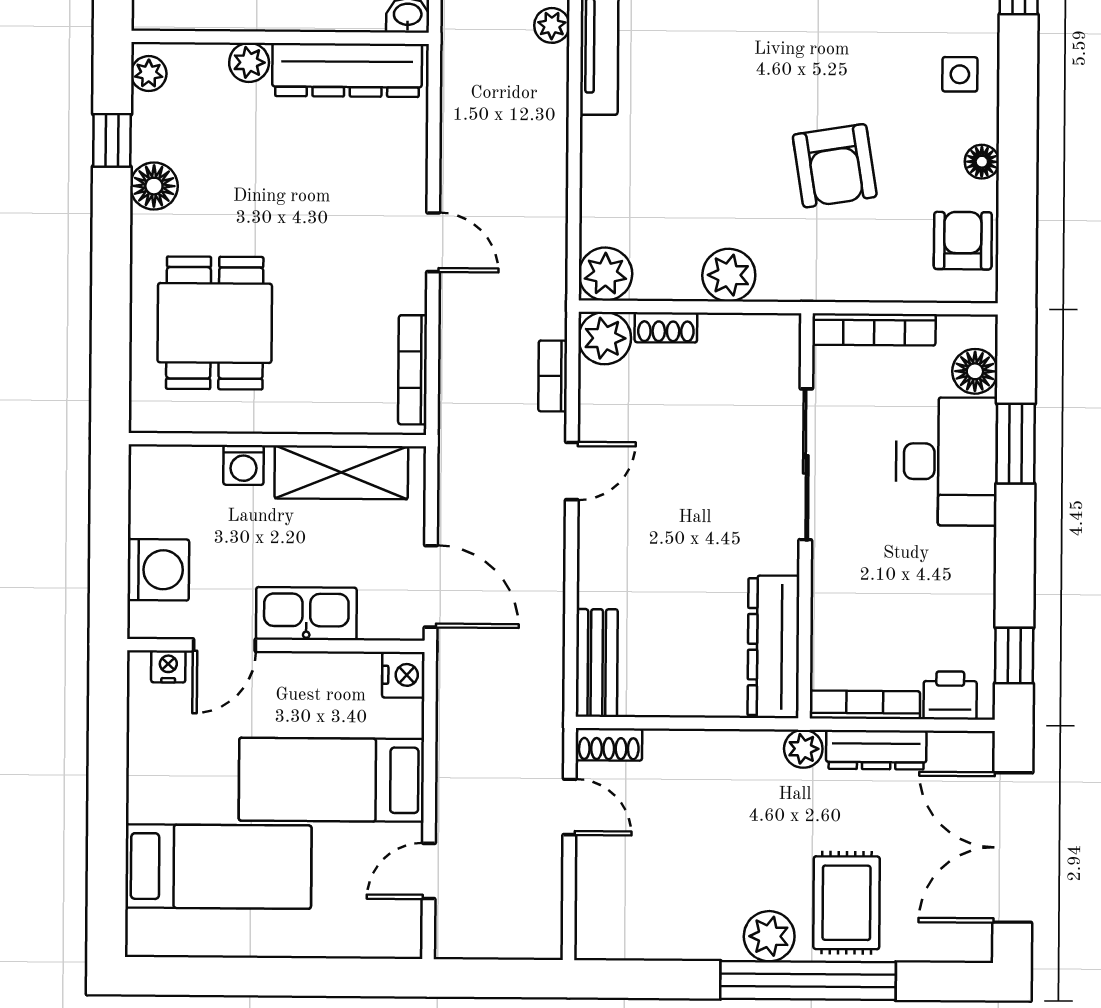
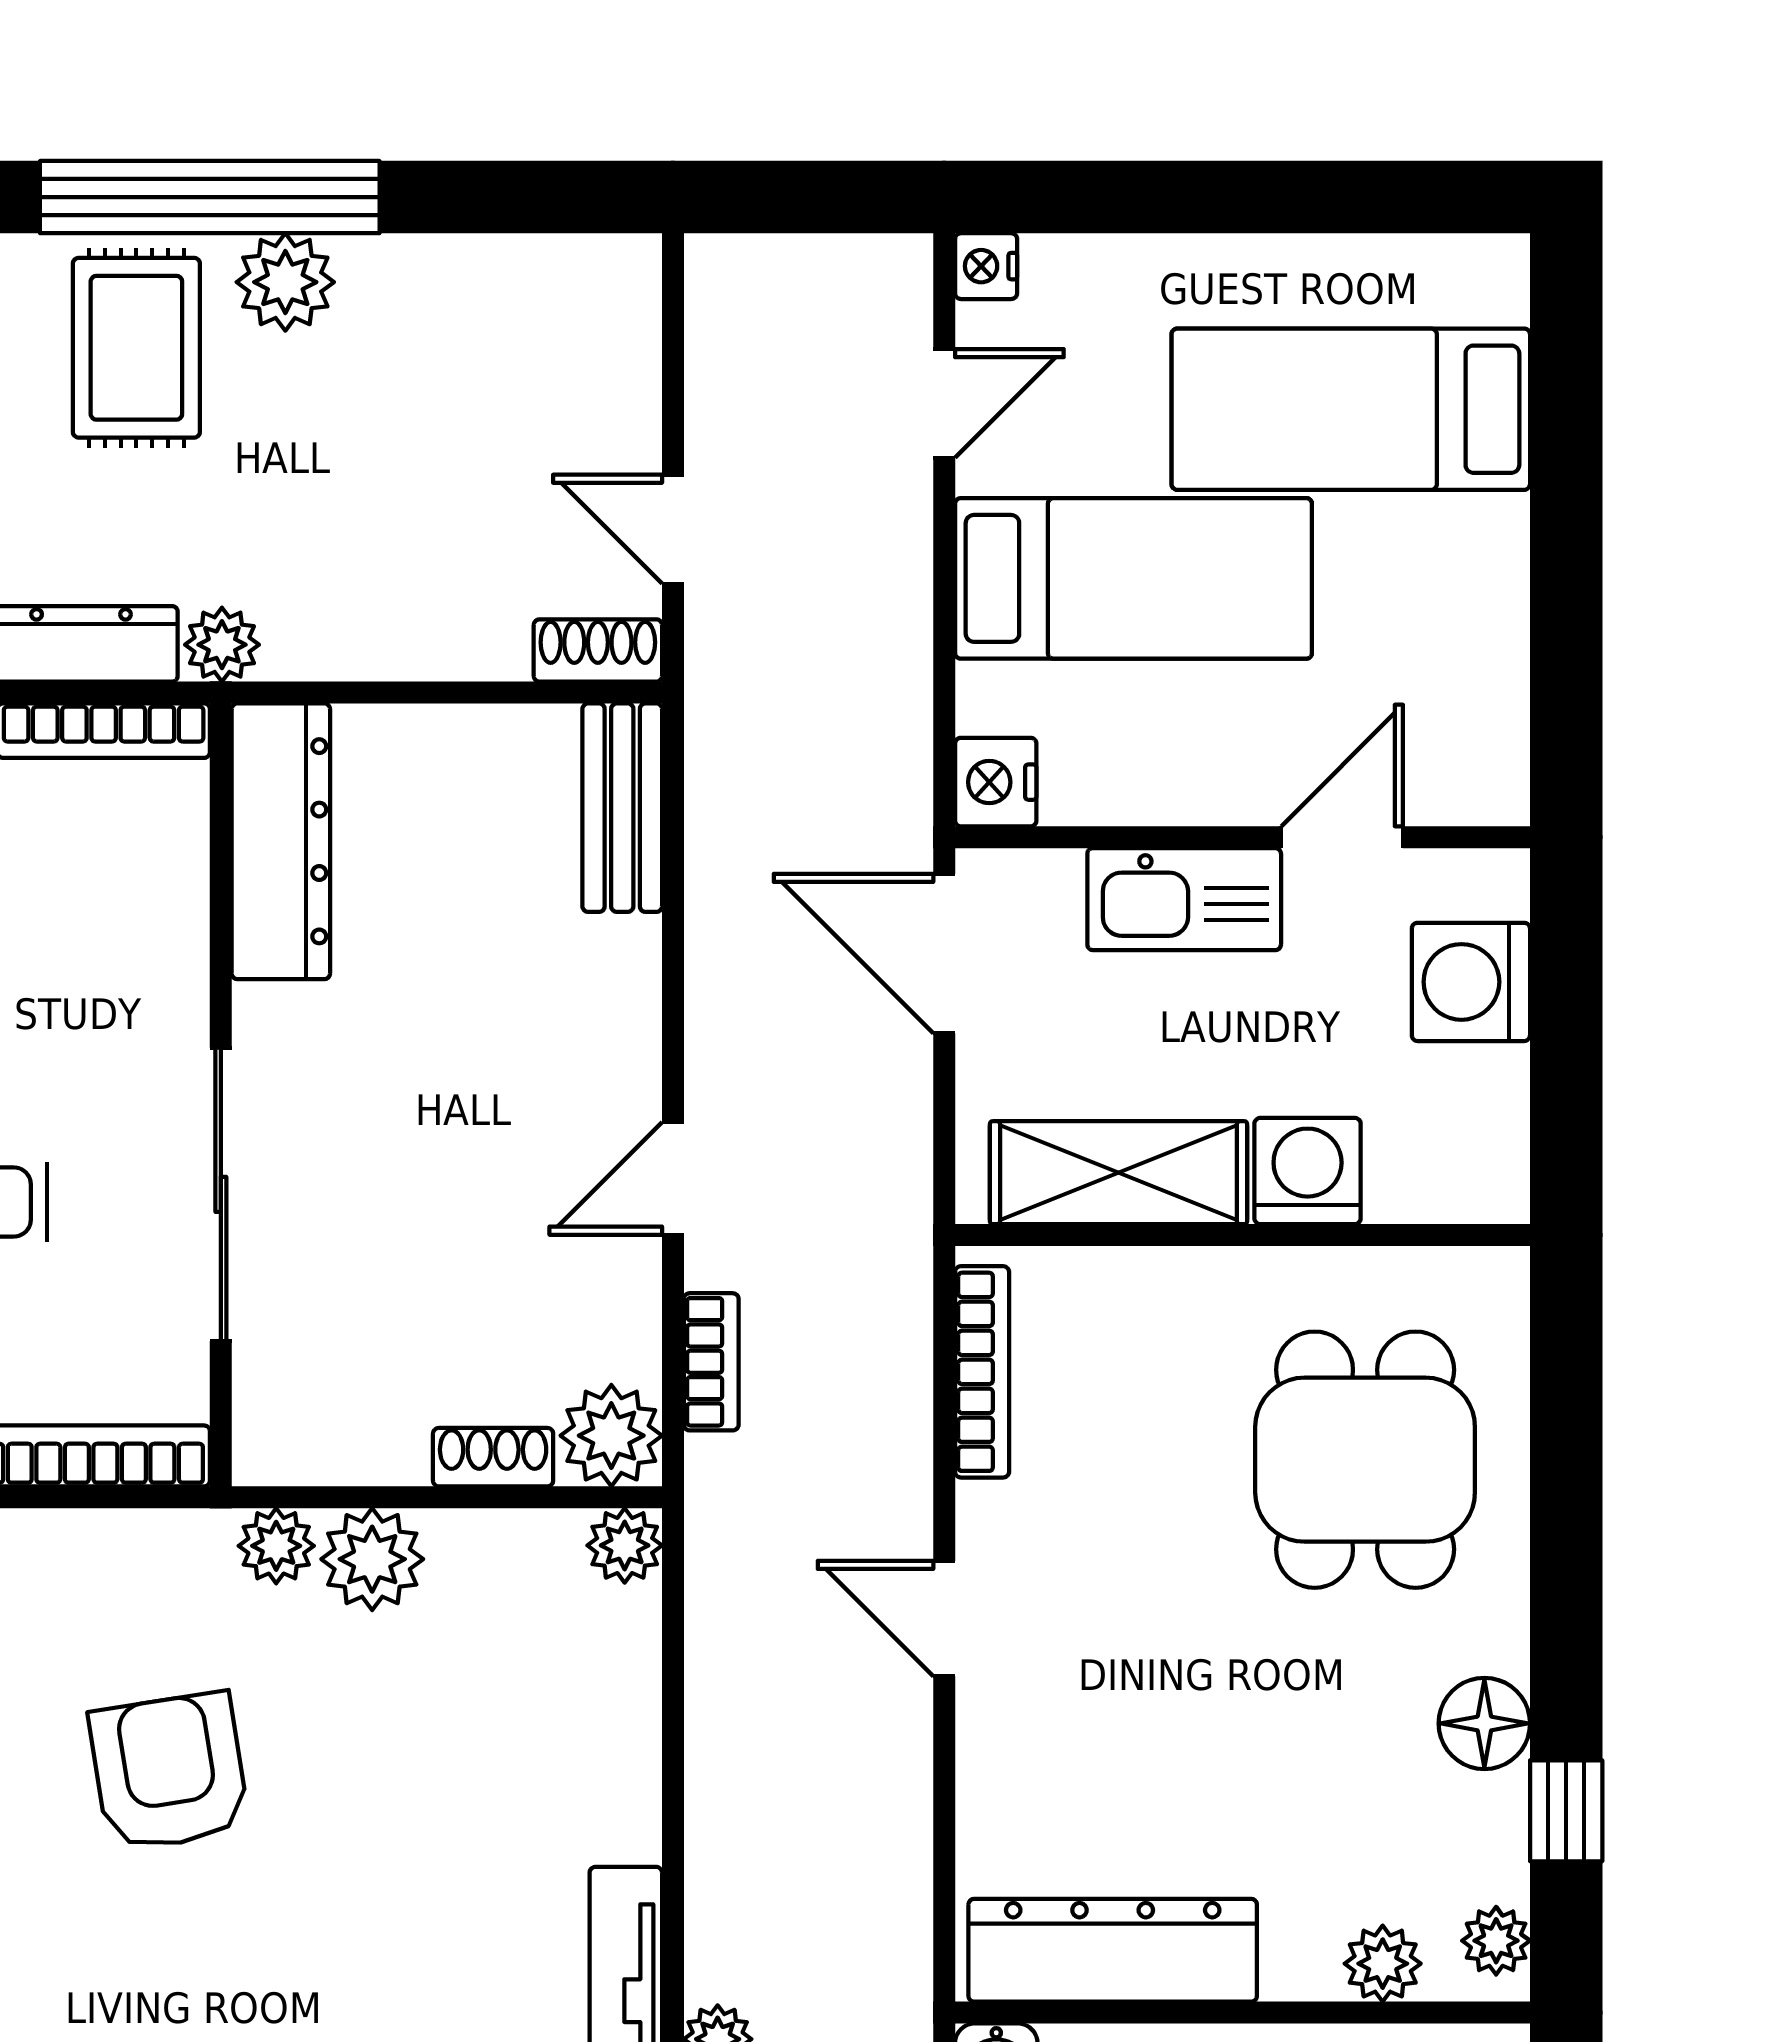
plant: (249, 62) -> (1383, 1964), moved
plant: (605, 274) -> (625, 1545), width x0.73, depth x0.73
plant: (778, 282) -> (276, 1546), added
washing machine: (244, 465) -> (1308, 1171), width x1.38, depth x1.38
nightstand: (168, 666) -> (986, 266), moved, turned 90

